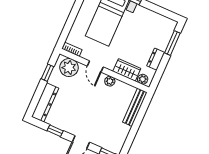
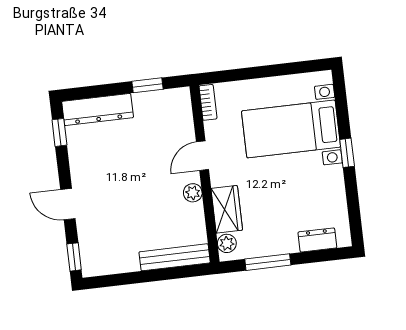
window: (172, 43) -> (268, 262), moved
dresser: (156, 59) -> (317, 240), moved
plant: (69, 68) -> (176, 115), removed
window: (55, 131) -> (59, 132), moved

